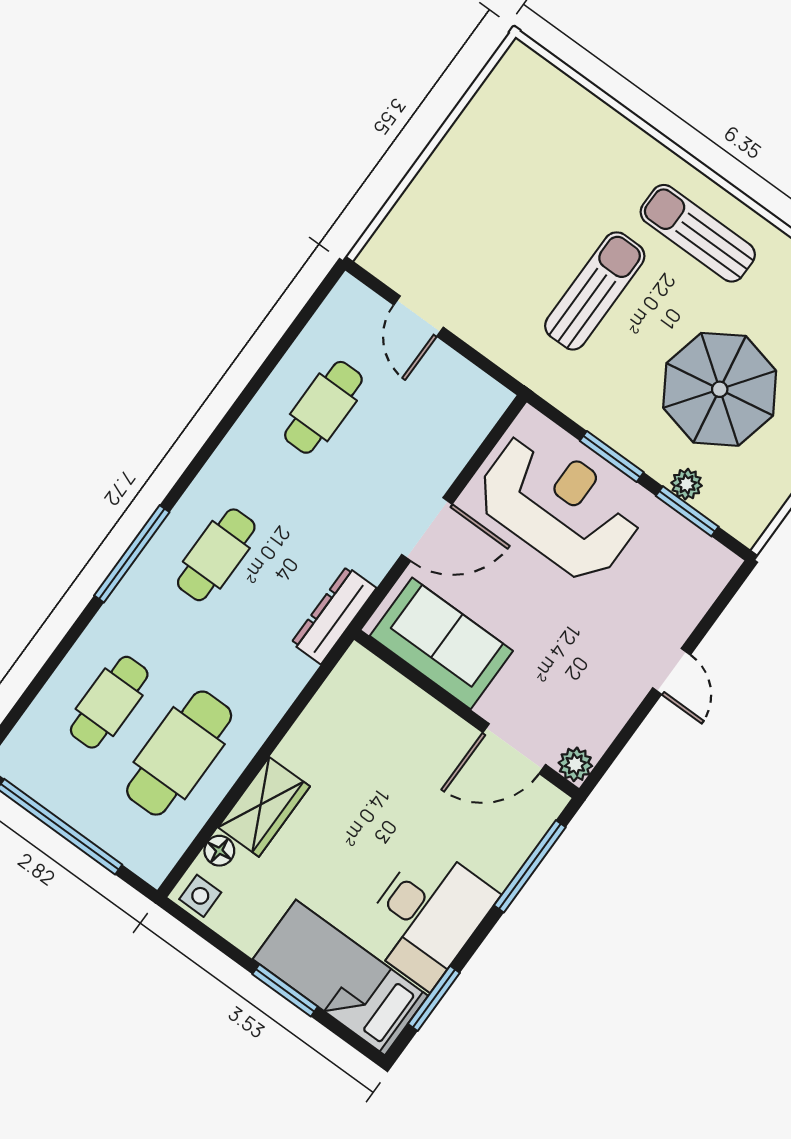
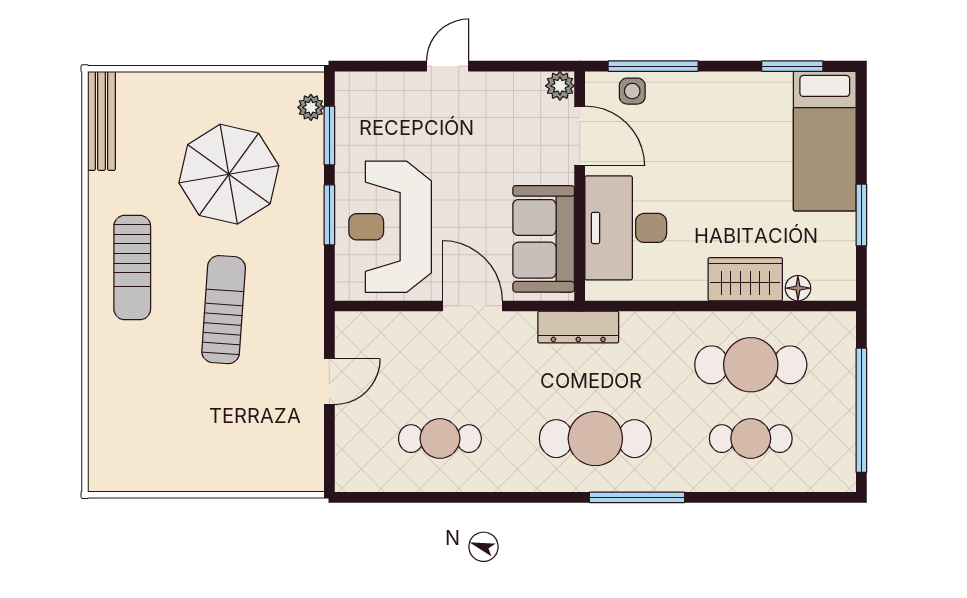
sun lounger: (595, 291) -> (224, 310), turned 94
door: (419, 316) -> (329, 382), moved
plant: (687, 484) -> (311, 107), moved
cafe table: (216, 555) -> (595, 439), width x1.37, depth x1.35
side table: (200, 896) -> (632, 91), moved
desk: (427, 916) -> (626, 228), moved, turned -90
window: (285, 990) -> (861, 215), moved

